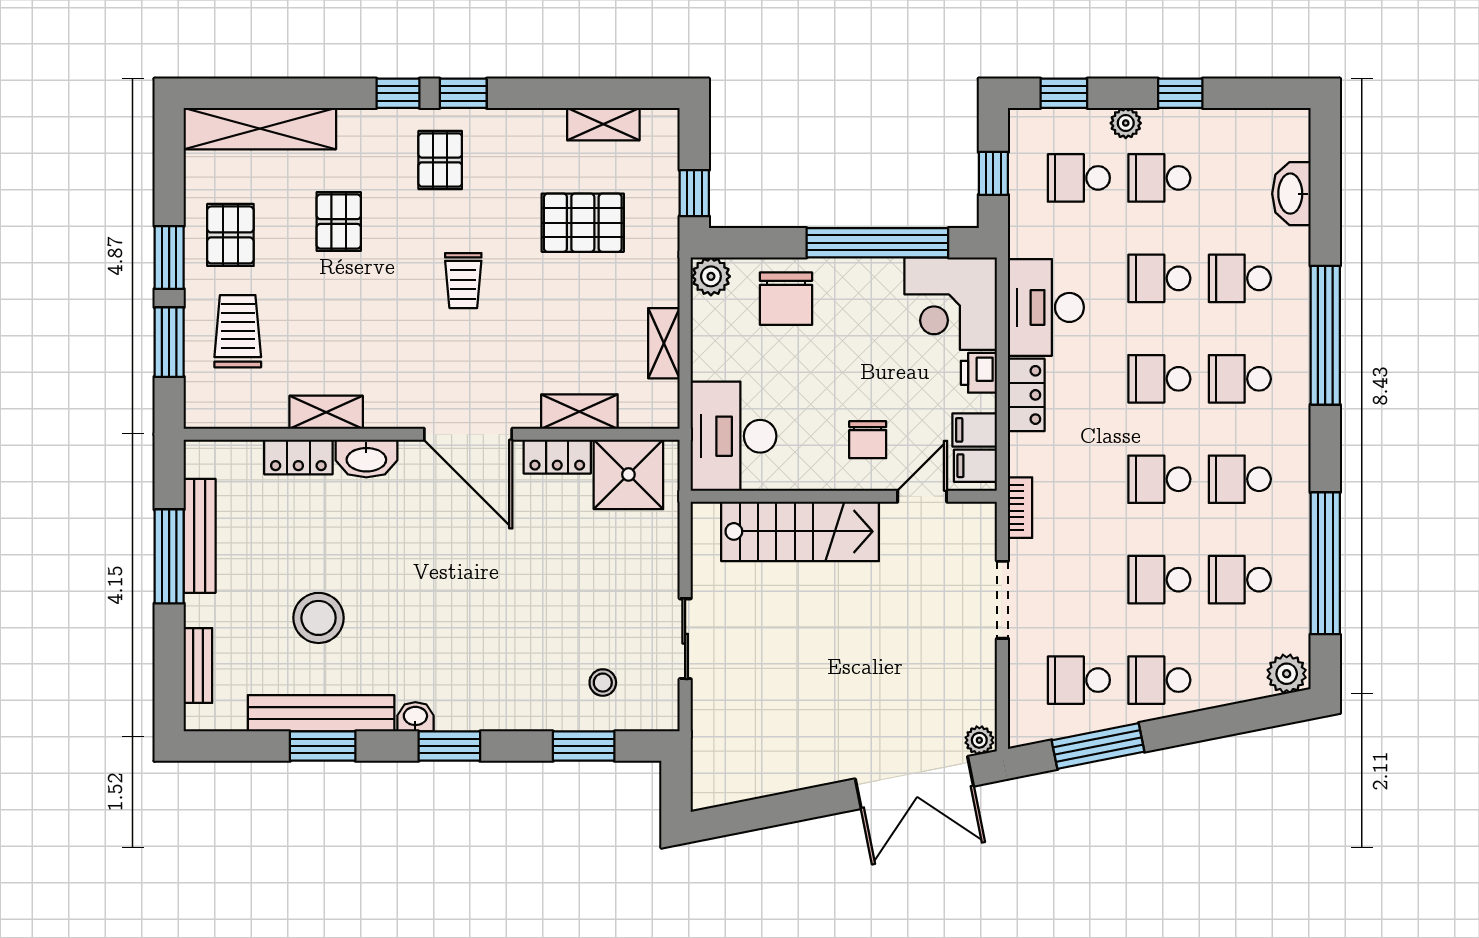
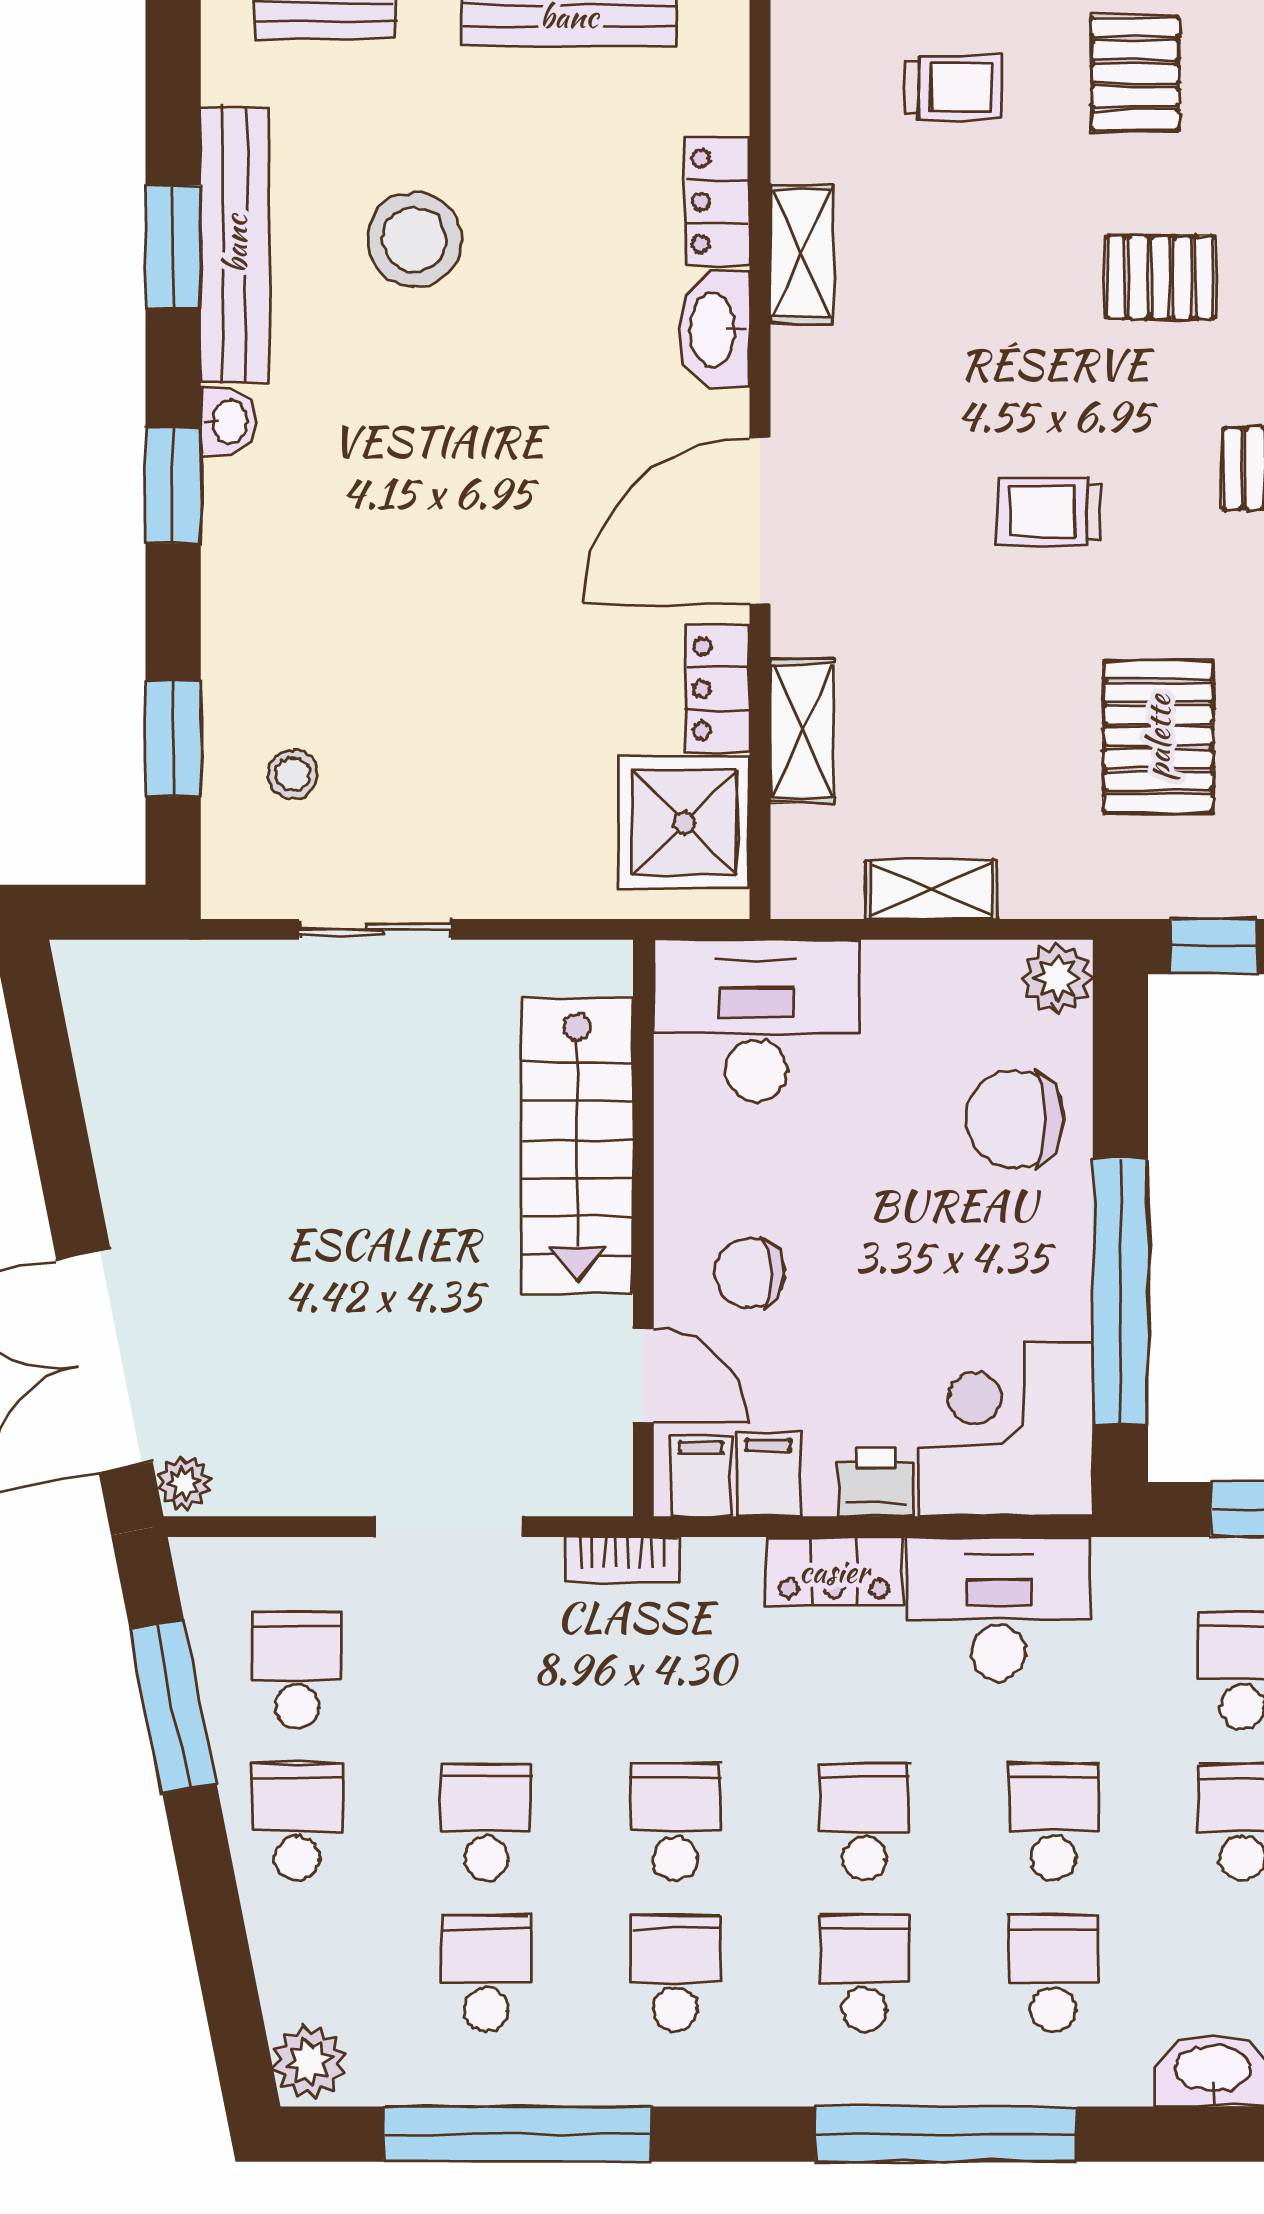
pallet: (230, 235) -> (1135, 73), turned 90
trolley: (238, 331) -> (954, 87), width x0.73, depth x0.72

